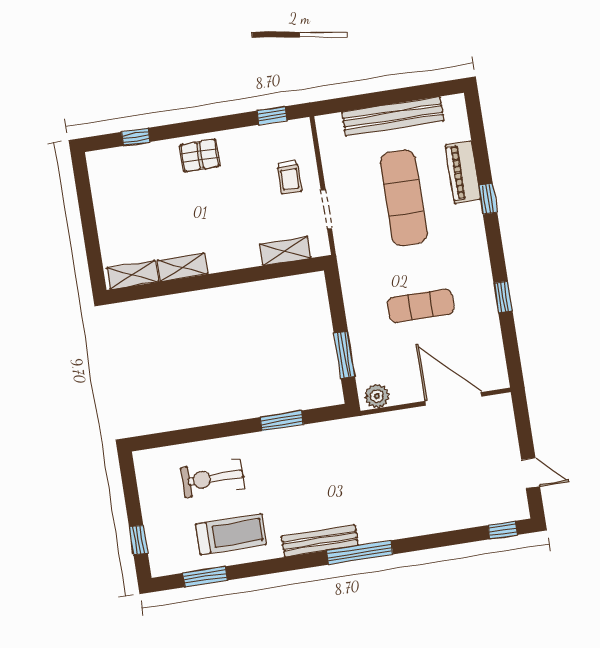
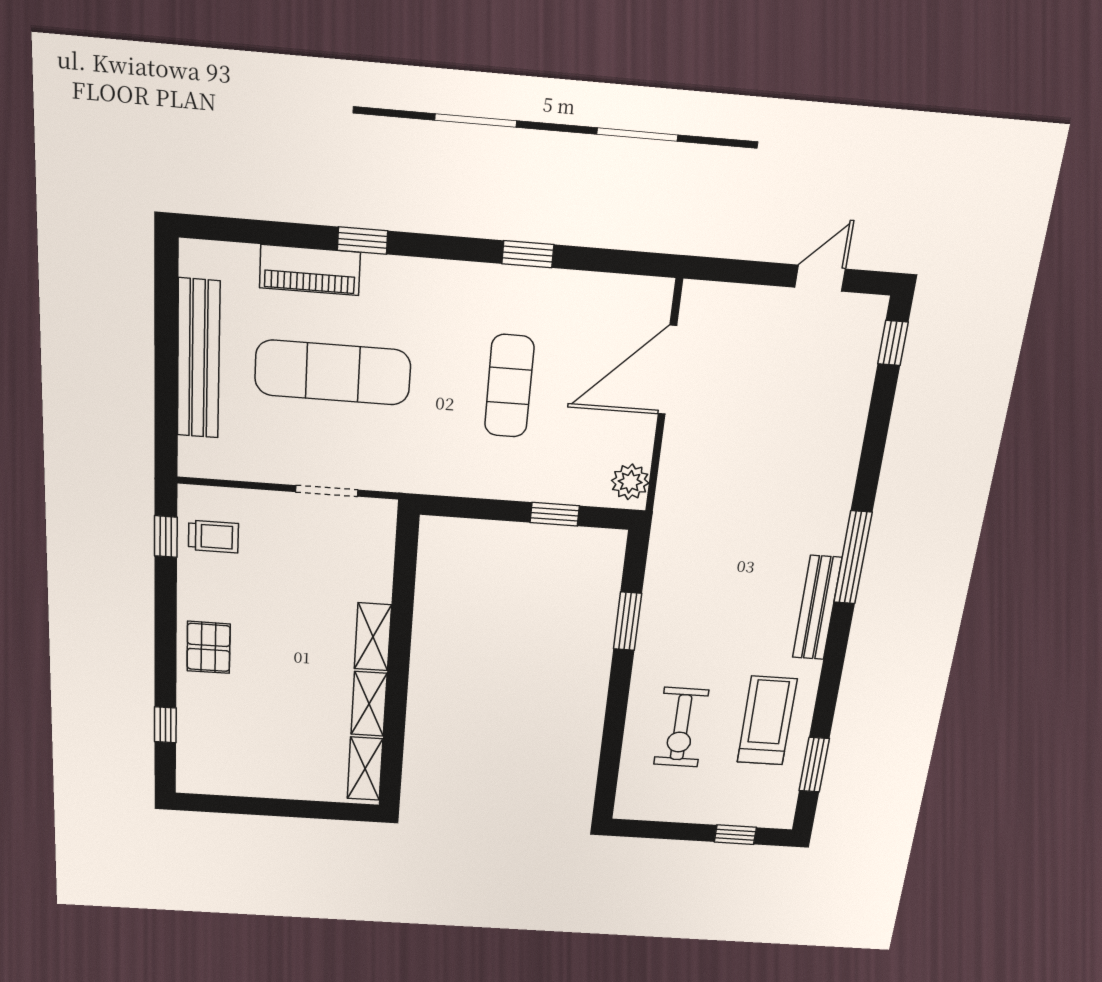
trolley: (289, 177) -> (213, 536), moved
shelving: (285, 251) -> (373, 637), moved
window: (344, 355) -> (555, 514), width x0.67

